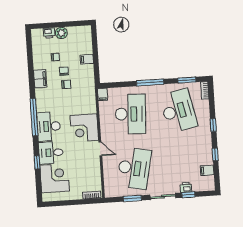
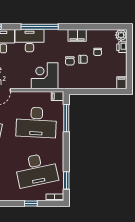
plant: (61, 33) -> (121, 35), moved
filing cabinet: (87, 59) -> (121, 83), moved
window: (150, 82) -> (66, 118), moved
window: (213, 125) -> (31, 203), moved
corner desk: (84, 128) -> (45, 76), moved

